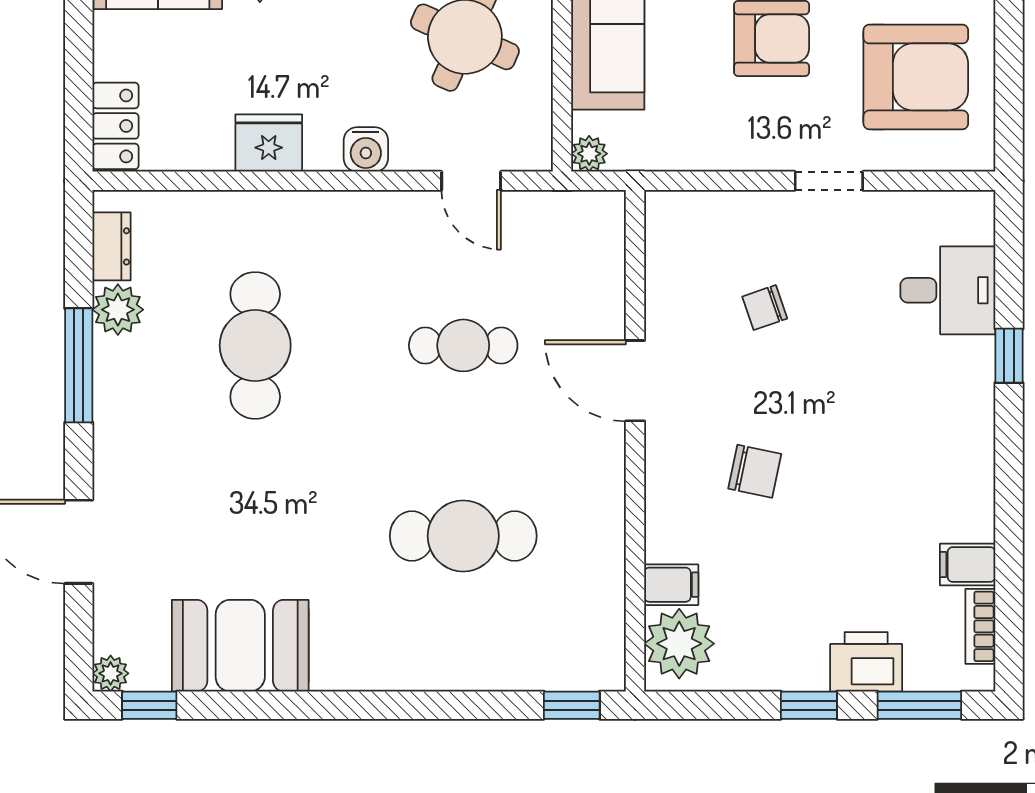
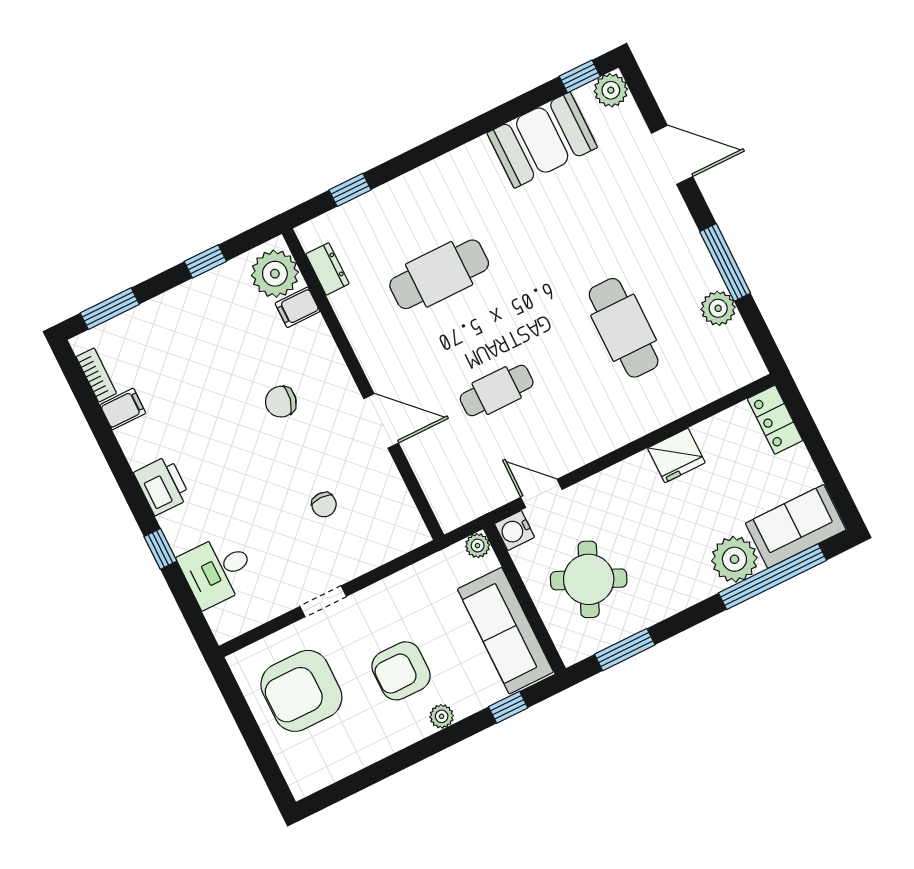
water cooler: (366, 149) -> (515, 531), moved, turned -90
dresser: (112, 246) -> (327, 269), moved, turned 180
chair: (765, 308) -> (324, 505), turned 109
printer: (866, 662) -> (162, 485), moved, turned -90
plant: (111, 673) -> (611, 90), width x1.38, depth x1.38
window: (572, 705) -> (350, 190), moved
window: (809, 705) -> (205, 261), moved

